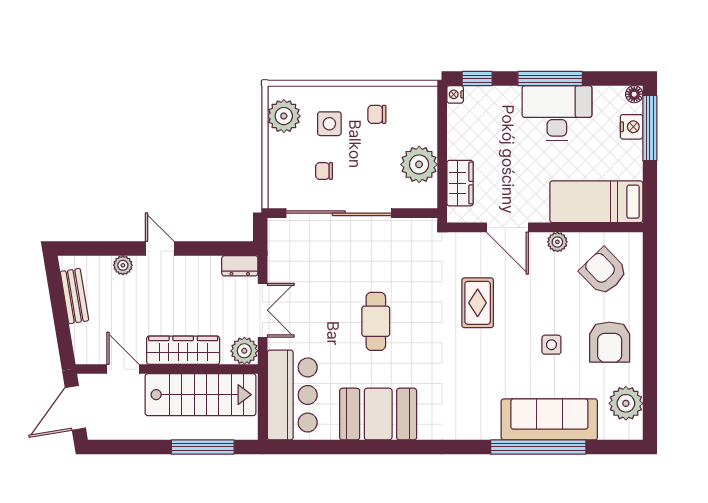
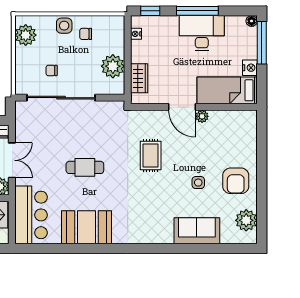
nightstand: (455, 94) -> (136, 34), moved
side table: (329, 124) -> (64, 26), moved
nightstand: (632, 127) -> (250, 68), moved
door: (507, 227) -> (182, 107), moved
armchair: (604, 272) -> (232, 135), removed
cafe table: (376, 321) -> (85, 167), turned 90
sofa: (549, 419) -> (197, 231), width x0.73
window: (538, 447) -> (190, 248), removed

